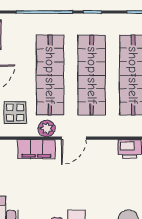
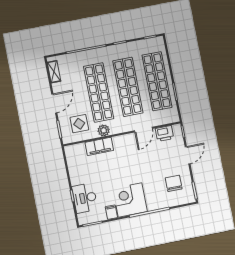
door: (74, 138) -> (143, 130), moved

